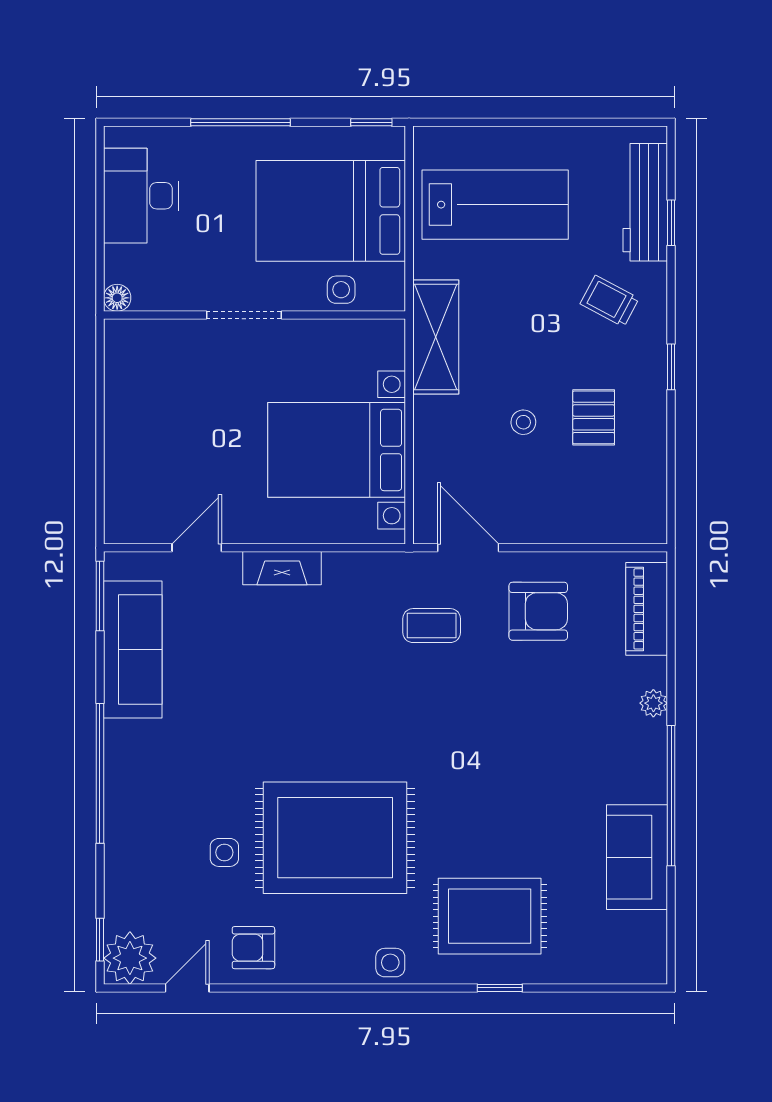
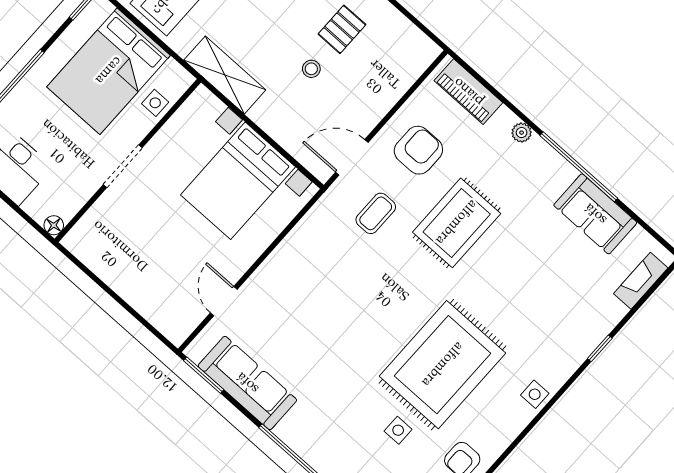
pallet: (594, 417) -> (342, 29), turned 90
fireplace: (282, 568) -> (641, 281), moved, turned 180
rug: (490, 916) -> (457, 223), moved

